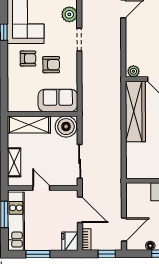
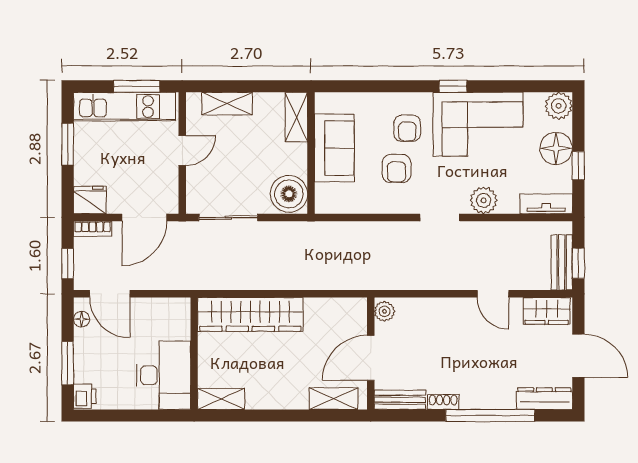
sofa: (58, 100) -> (334, 148), moved
wardrobe: (135, 112) -> (250, 314), moved
shelving: (29, 125) -> (296, 117), width x0.67, depth x0.75
floor lamp: (150, 246) -> (82, 319), moved

